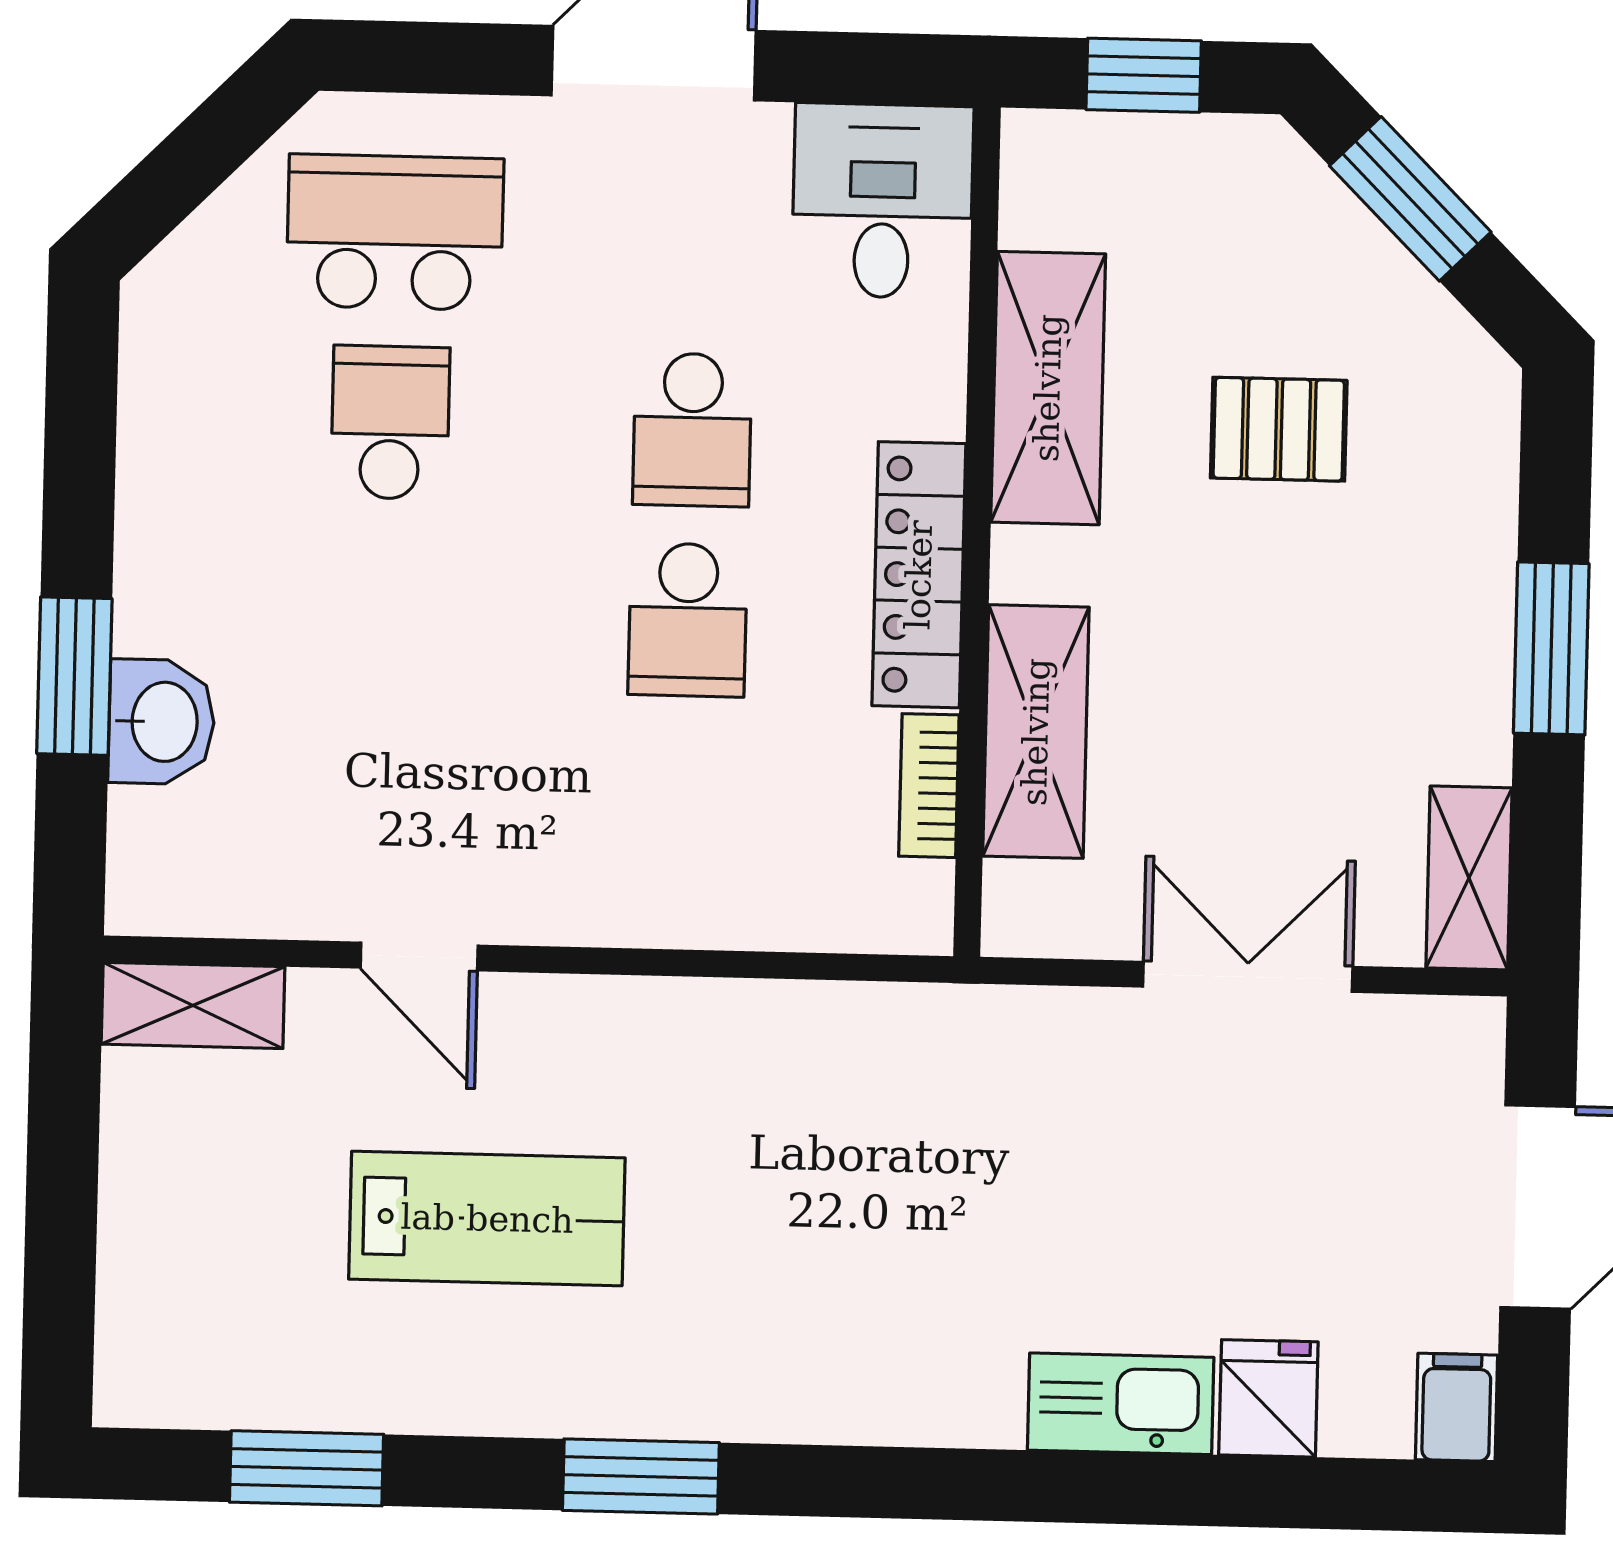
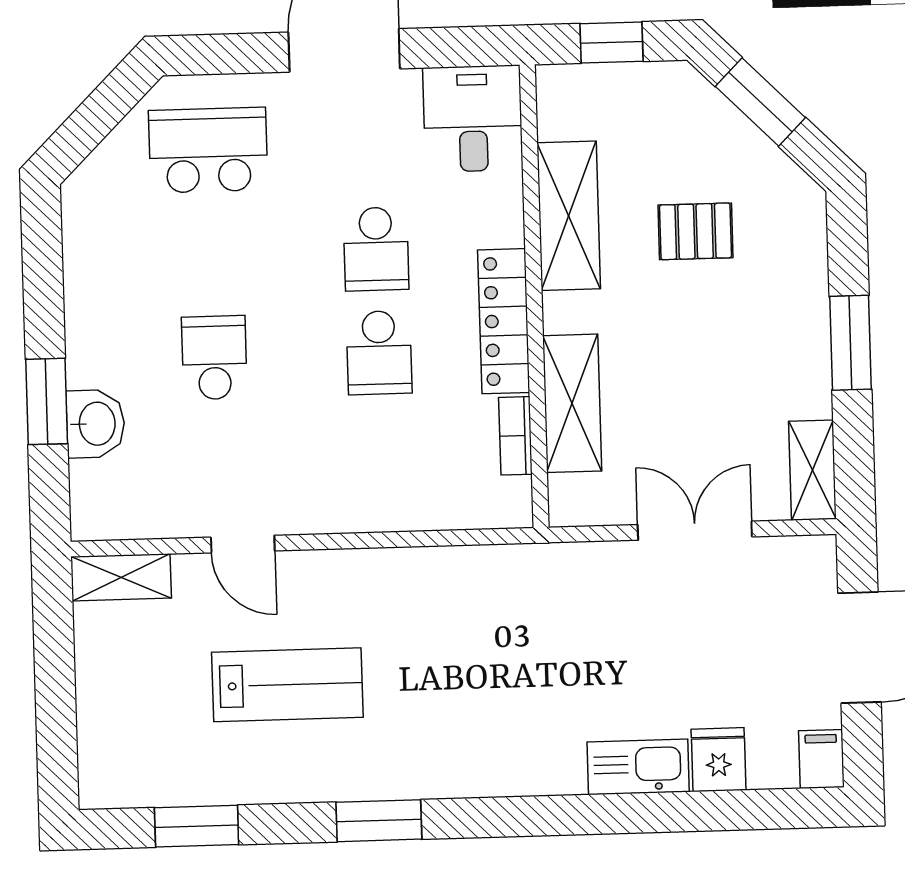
school desk: (390, 422) -> (214, 358), moved

